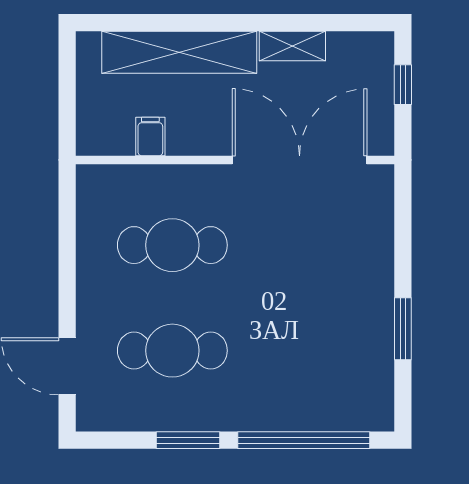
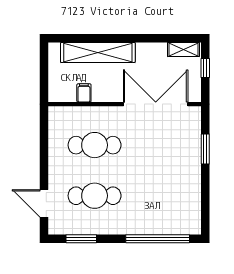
shelving: (292, 46) -> (183, 49), moved
window: (403, 329) -> (205, 149), moved
window: (188, 440) -> (81, 239), moved

